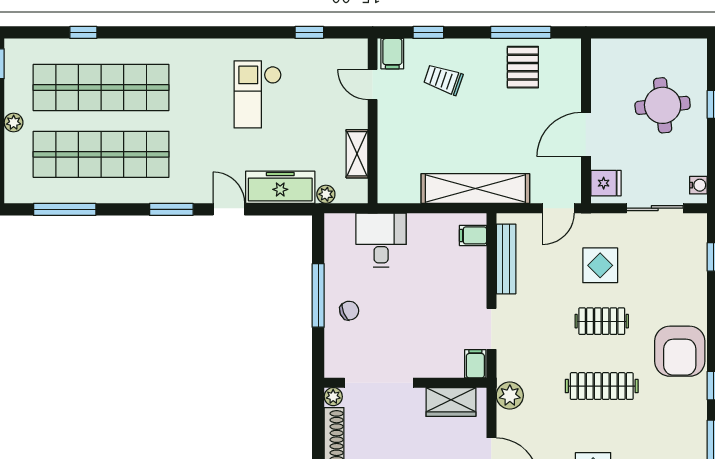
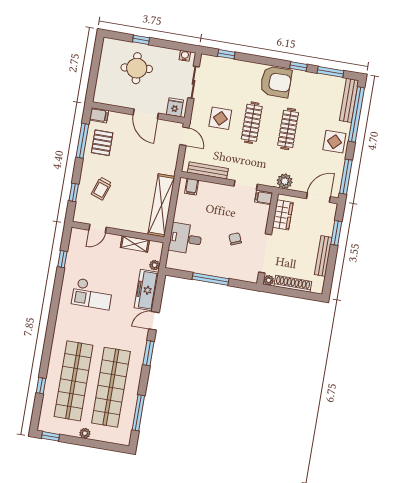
filing cabinet: (392, 54) -> (99, 115), moved
pallet: (523, 67) -> (102, 143), turned 90
shelving: (475, 189) -> (161, 205), moved
chair: (349, 311) -> (235, 239), moved
clothes rail: (602, 321) -> (252, 123), width x1.36

